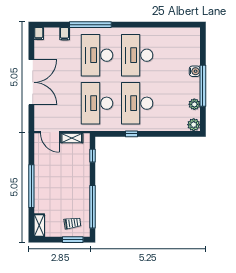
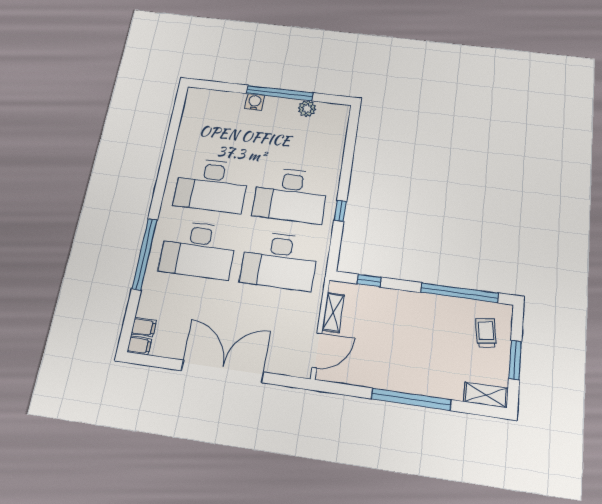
filing cabinet: (65, 34) -> (144, 327), moved
plant: (194, 125) -> (340, 113), removed
window: (73, 240) -> (515, 360), moved

